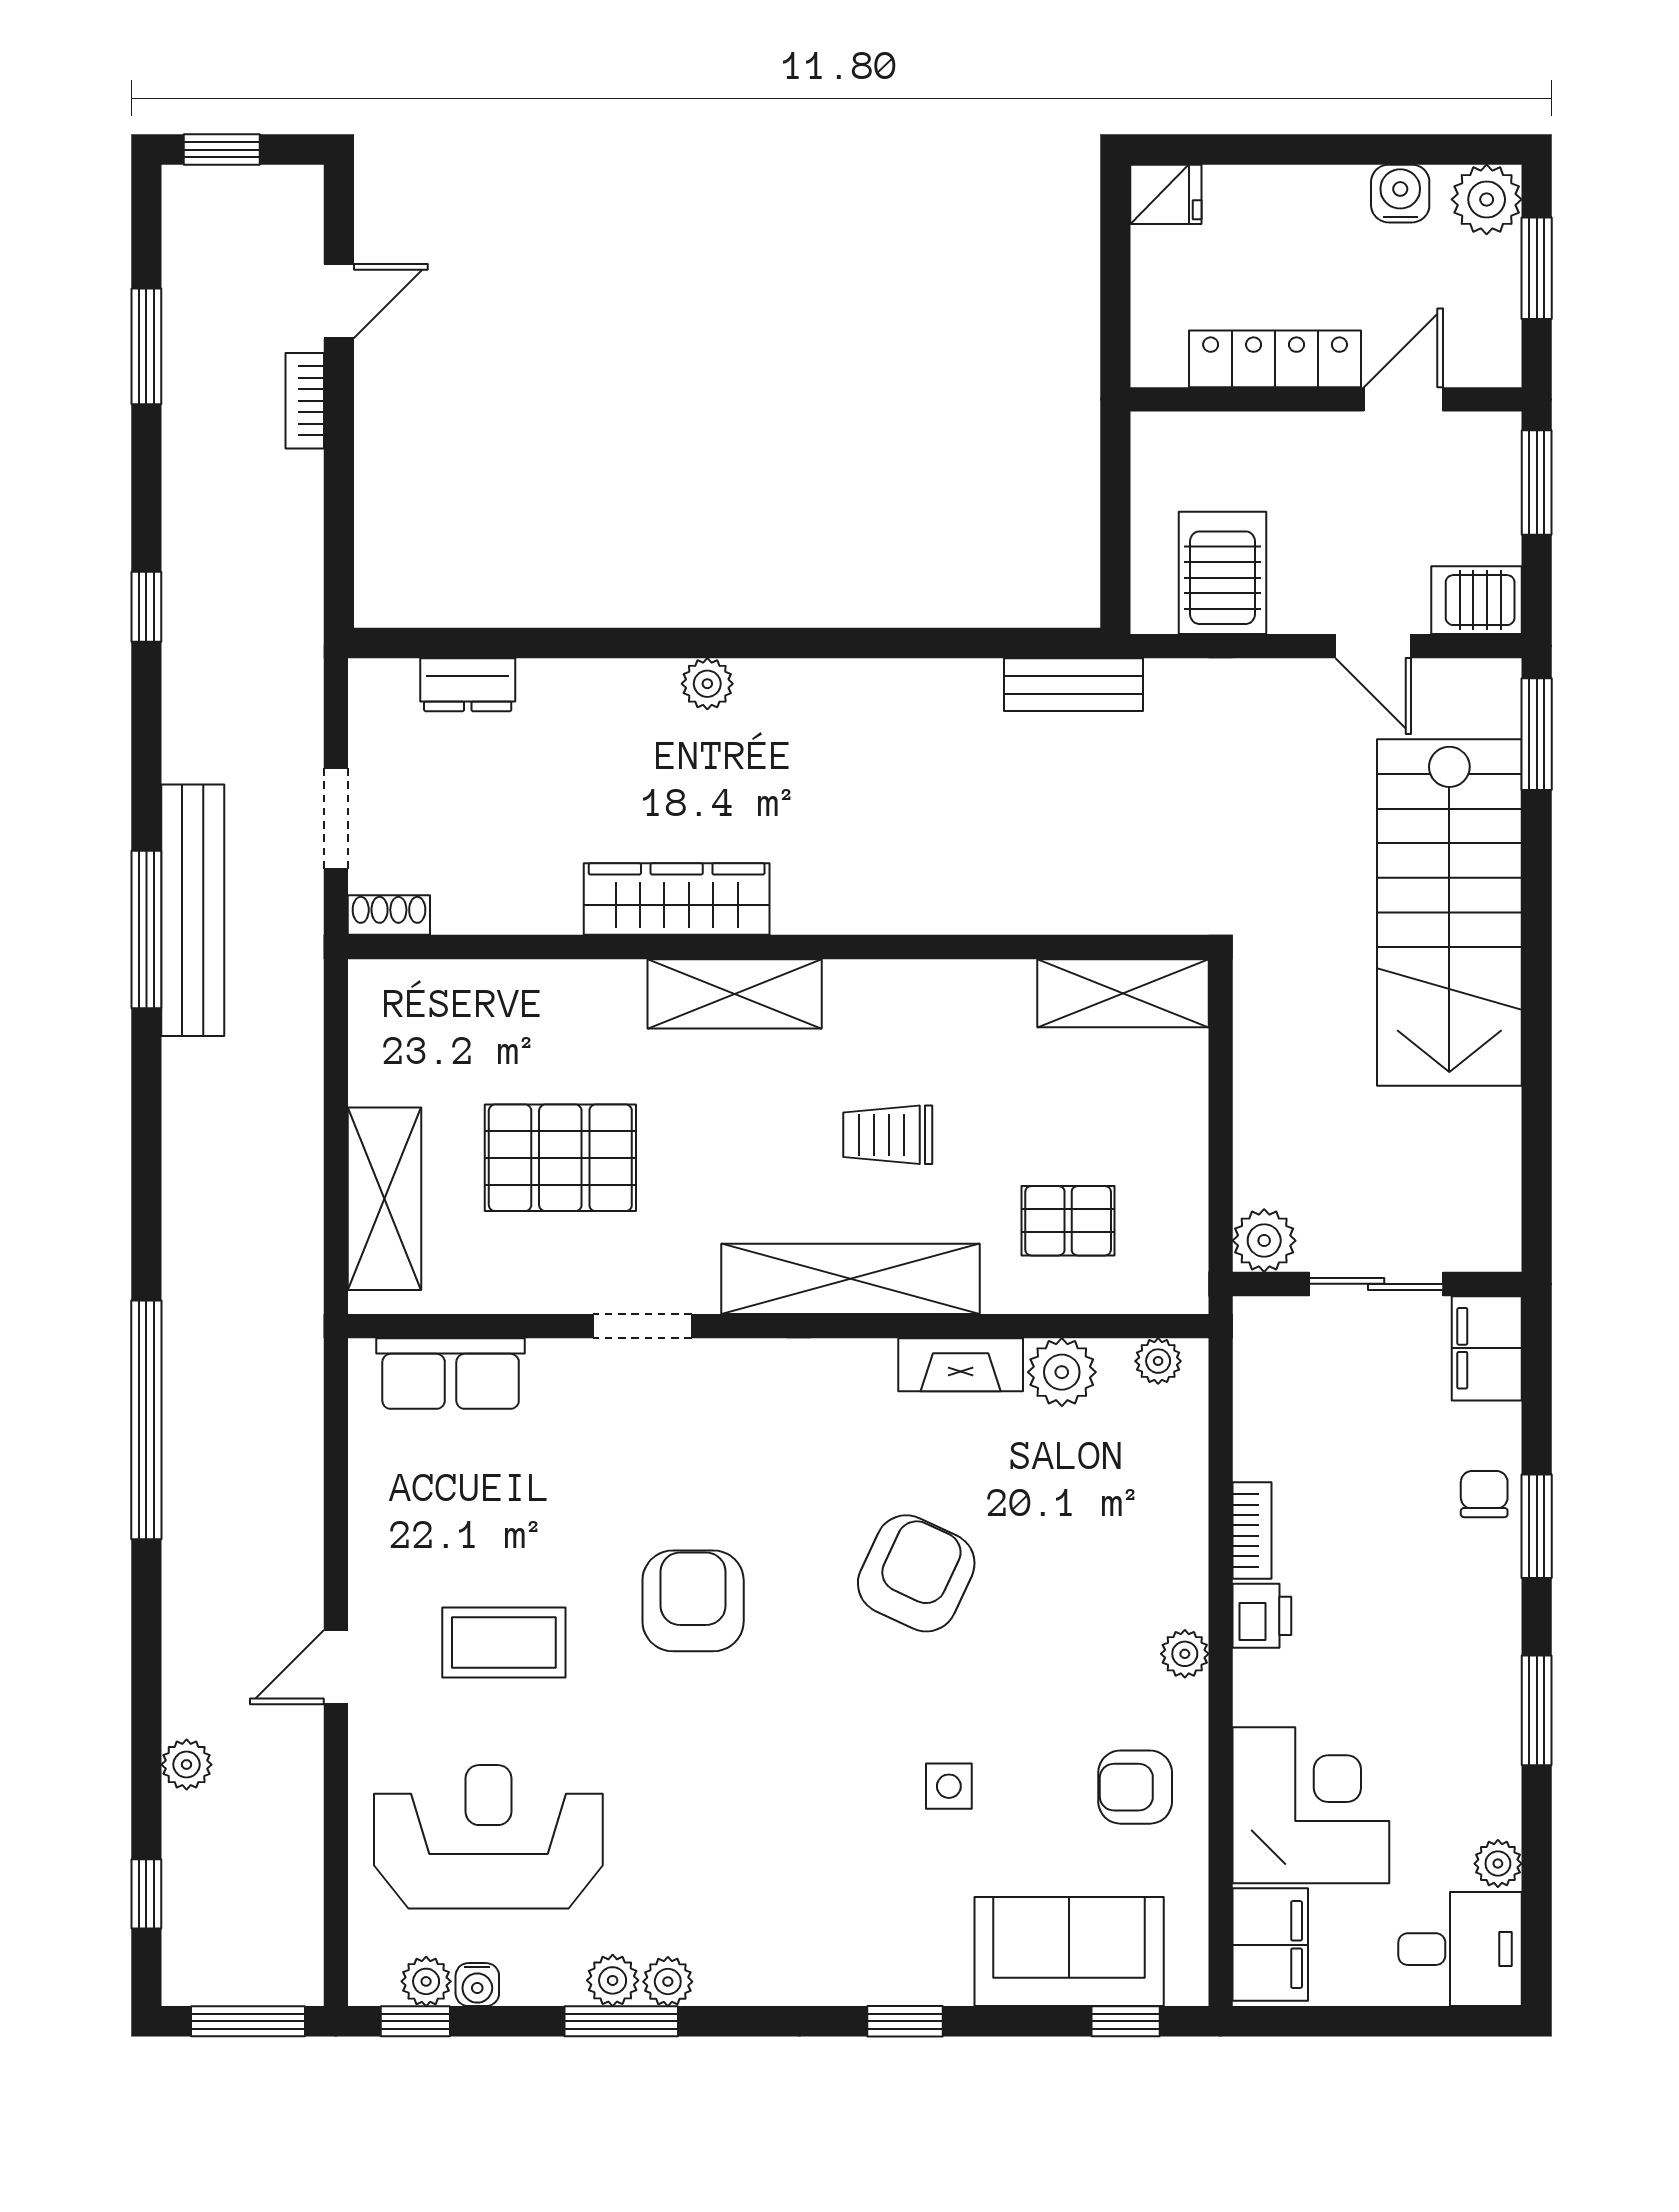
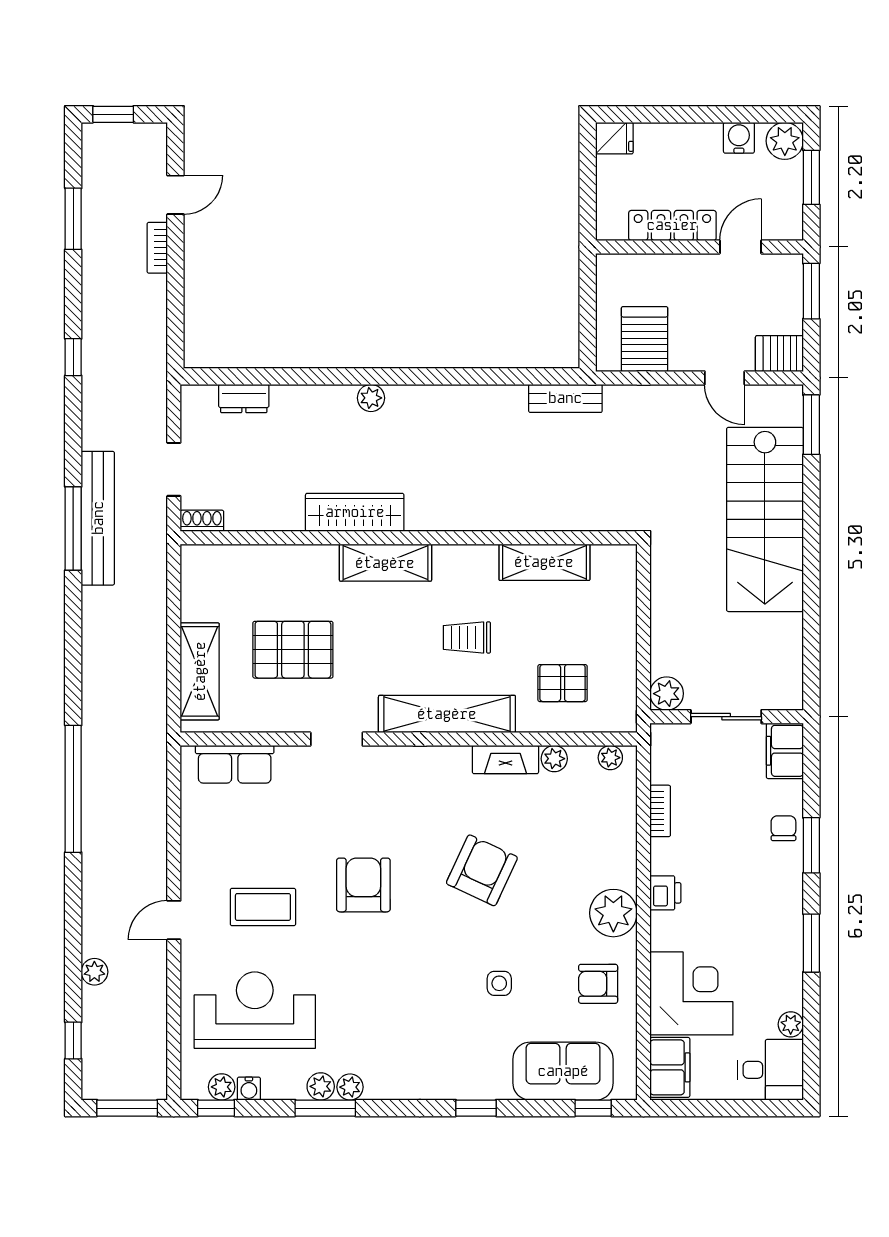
shelving: (1123, 993) -> (544, 562), moved
plant: (1062, 1372) -> (554, 759), width x0.73, depth x0.73
bookcase: (1252, 1530) -> (660, 811), moved
plant: (1185, 1654) -> (613, 913), width x1.87, depth x1.87

